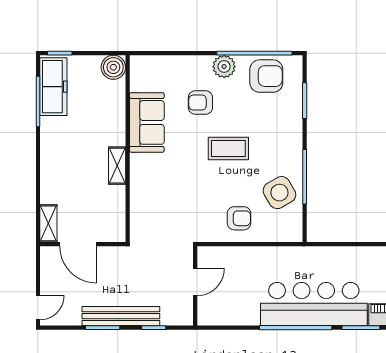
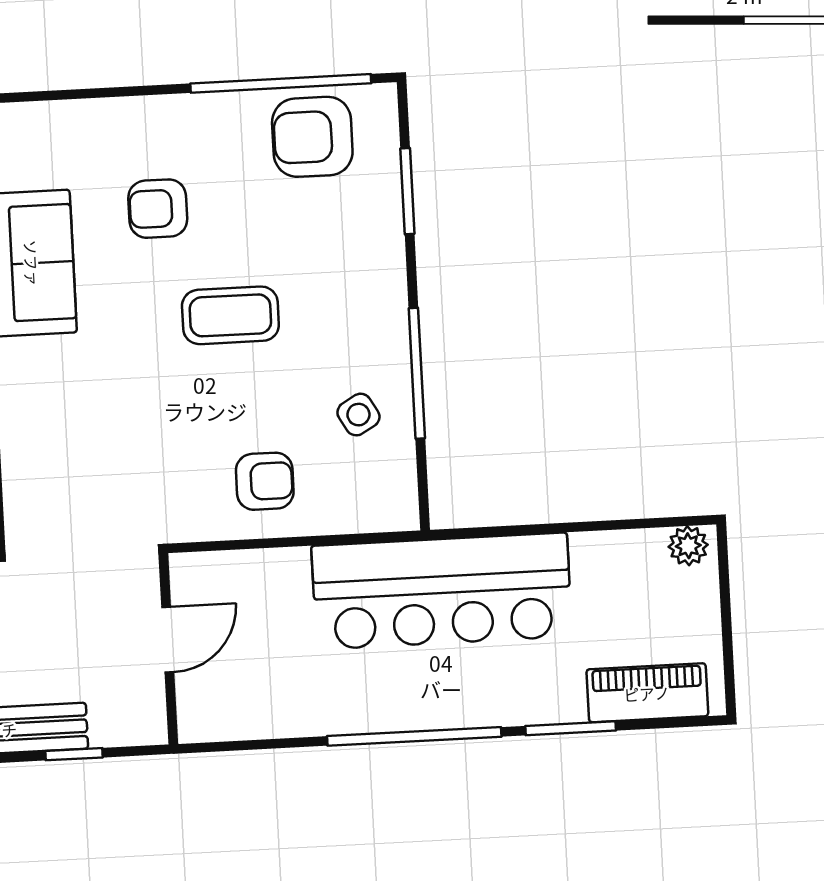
plant: (224, 67) -> (210, 119), removed
armchair: (266, 76) -> (312, 137), turned 180
side table: (279, 193) -> (358, 415), width x0.54, depth x0.54
bar counter: (314, 304) -> (442, 591), moved, turned 180

